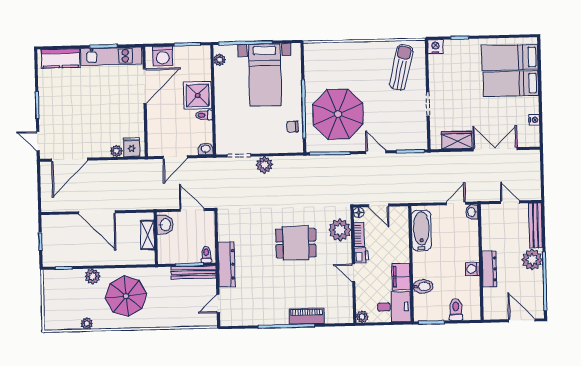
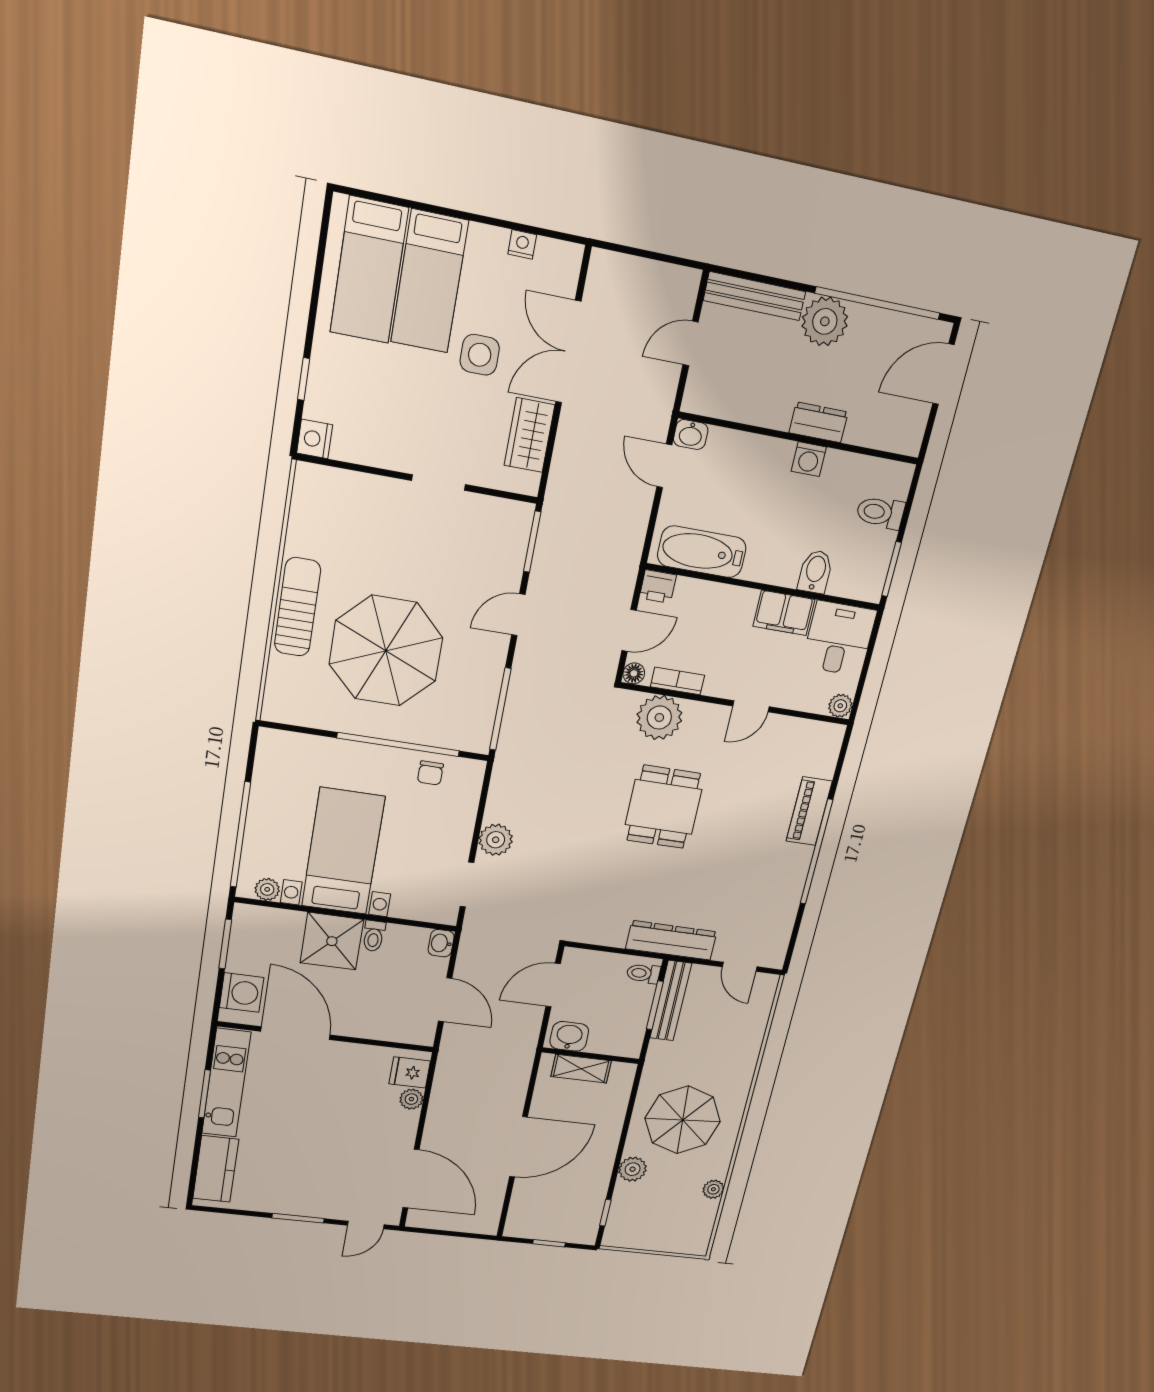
sun lounger: (401, 67) -> (298, 607), moved, turned 77
bed with nightstands: (265, 75) -> (343, 851), moved, turned -90
side table: (486, 111) -> (480, 355), added
parasol: (338, 114) -> (386, 651), moved
printer: (361, 255) -> (658, 586), moved, turned 180
dresser: (489, 269) -> (819, 422), width x0.70

